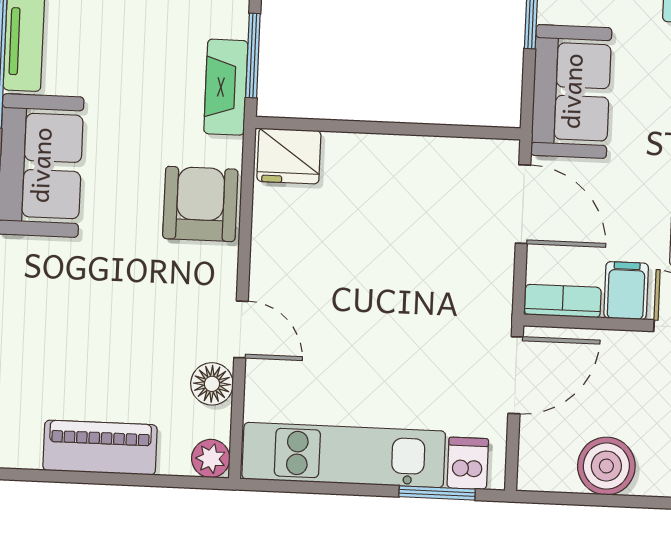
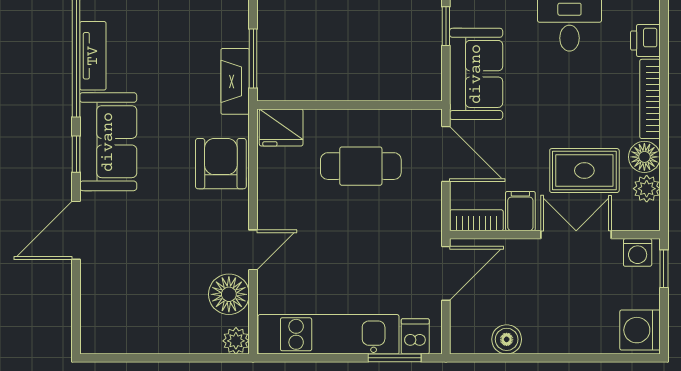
cafe table: (401, 216) -> (361, 166), added
door: (241, 329) -> (253, 250), hinge flipped
floor lamp: (212, 384) -> (229, 294), width x1.38, depth x1.38
piano: (100, 448) -> (158, 337), removed
boiler: (606, 466) -> (507, 339), width x0.73, depth x0.73

